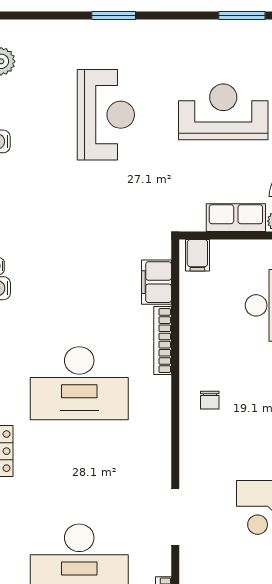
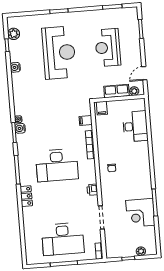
reception desk: (223, 112) -> (108, 48), turned -90
reception desk: (106, 115) -> (59, 53), width x1.36, depth x1.30
filing cabinet: (156, 282) -> (86, 121), width x0.50
printer: (159, 448) -> (92, 190), added

